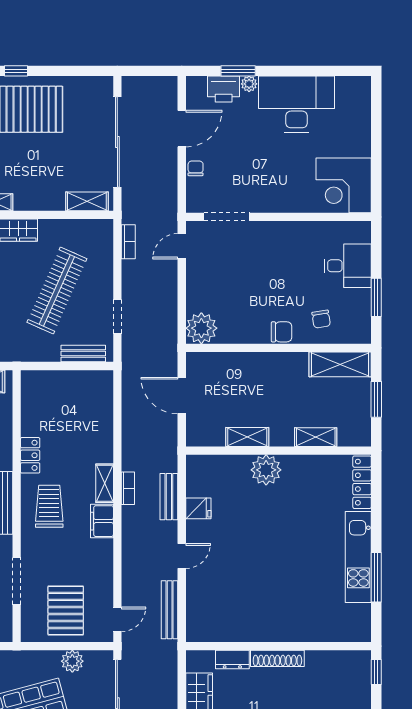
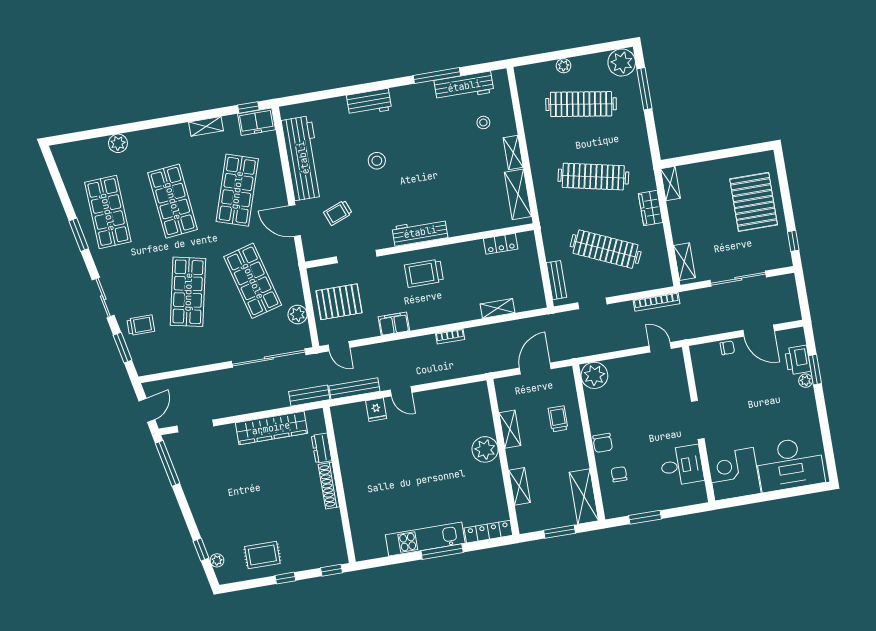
window: (16, 71) -> (793, 241), moved
desk: (297, 104) -> (790, 464), moved, turned 90
sliding door: (117, 142) -> (738, 279), width x0.73
doorway: (227, 217) -> (698, 420), moved
bookcase: (128, 242) -> (656, 302), width x1.56
desk: (348, 266) -> (682, 465), moved, turned -90
chair: (321, 319) -> (619, 474), turned 99
trolley: (245, 379) -> (558, 419), added
locker: (30, 455) -> (501, 244), moved
shelving: (105, 483) -> (497, 308), moved
bench: (169, 497) -> (309, 396), moved
trolley: (49, 506) -> (424, 273), turned 180
fridge: (198, 508) -> (376, 410), moved
filing cabinet: (102, 521) -> (394, 324), moved
window: (376, 577) -> (442, 552), moved

